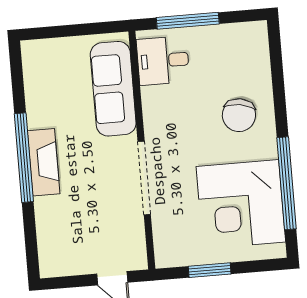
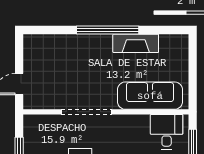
fireplace: (44, 162) -> (136, 43), moved

